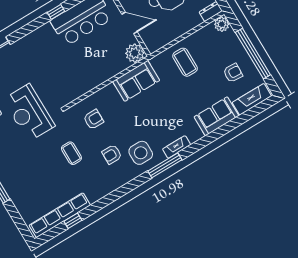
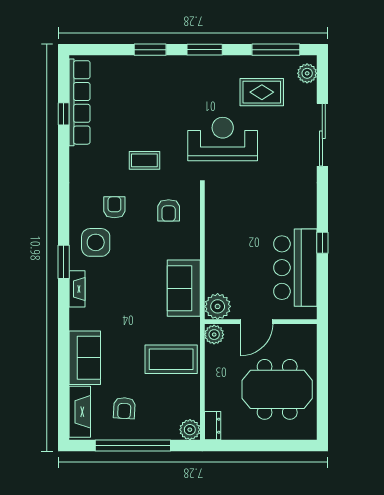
plant: (154, 45) -> (214, 335), added
coffee table: (185, 62) -> (171, 359), width x1.36, depth x1.32
window: (165, 165) -> (64, 262), width x0.69

